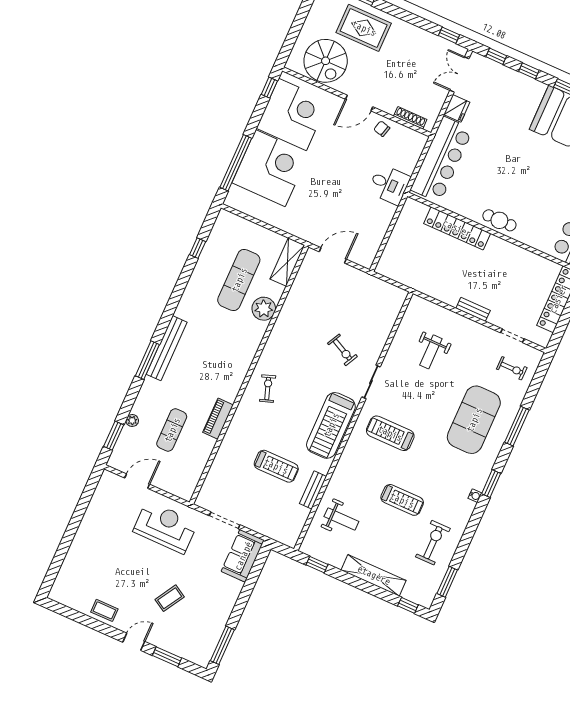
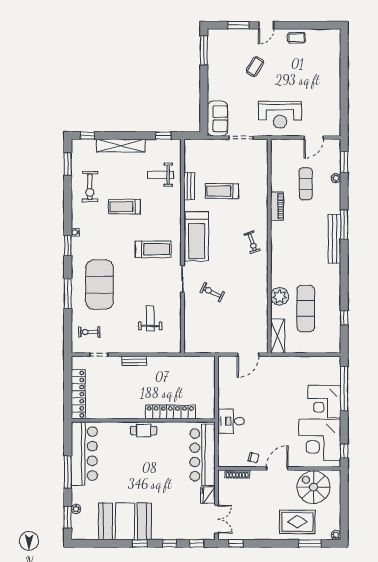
corner desk: (270, 168) -> (324, 402), width x0.74, depth x0.74
treadmill: (331, 425) -> (197, 236), turned 180

